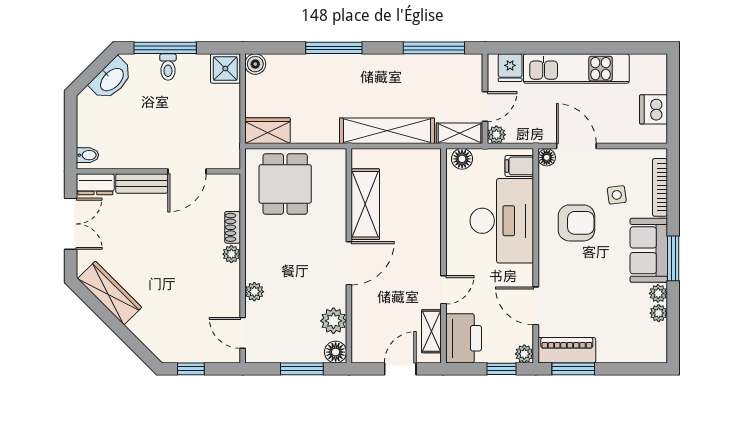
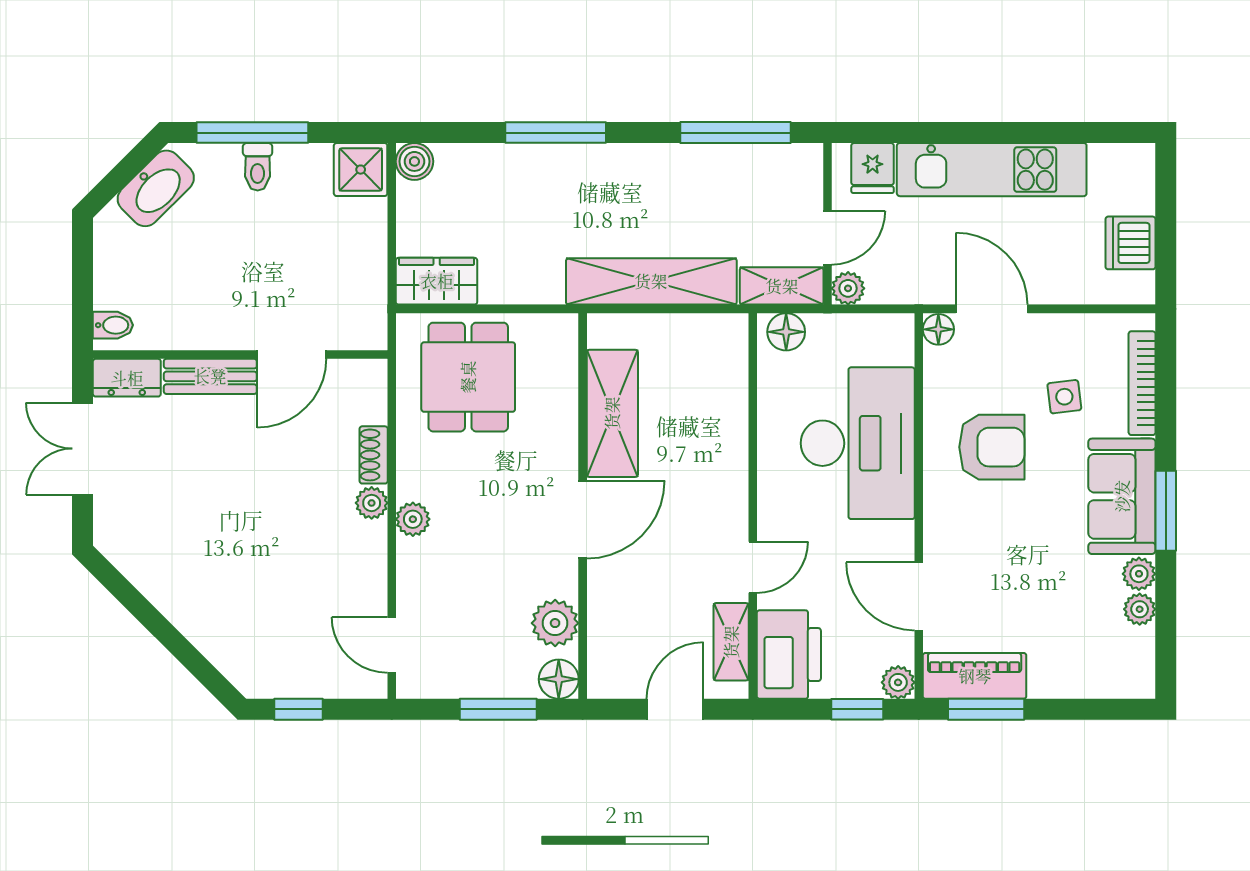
filing cabinet: (519, 166) -> (889, 345), removed
double door: (71, 224) -> (83, 449), swing flipped
plant: (254, 292) -> (413, 519), moved
wardrobe: (110, 293) -> (153, 573), removed

